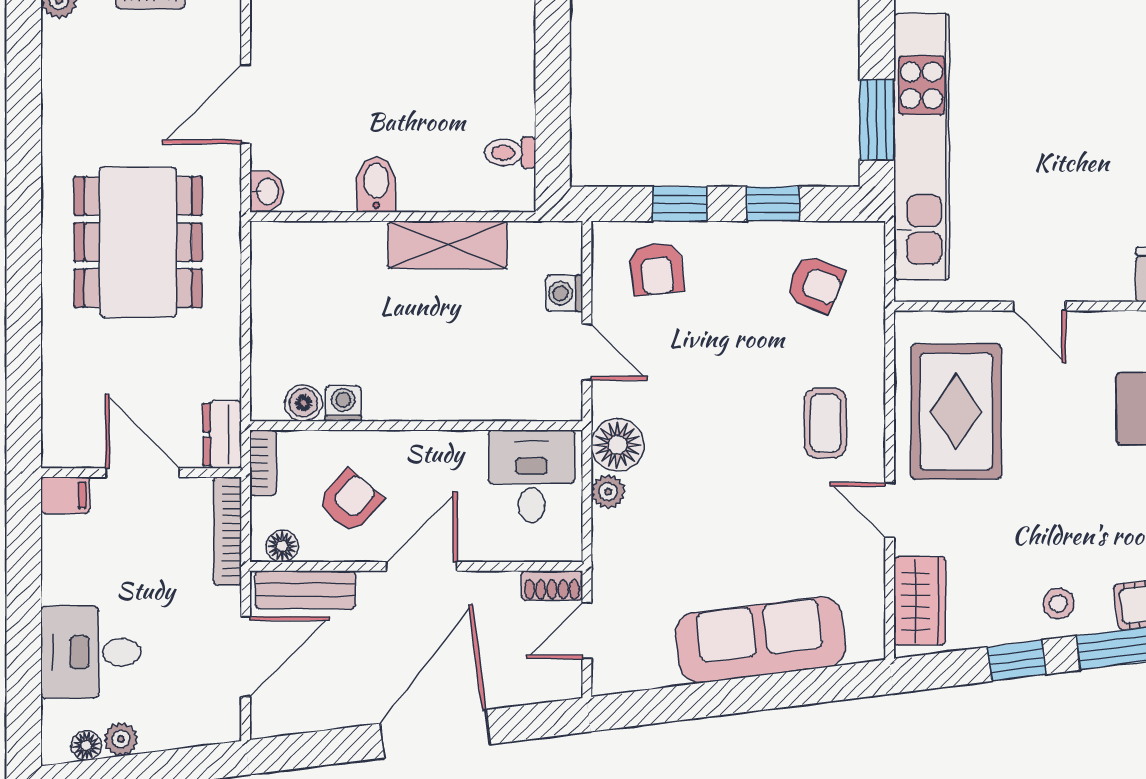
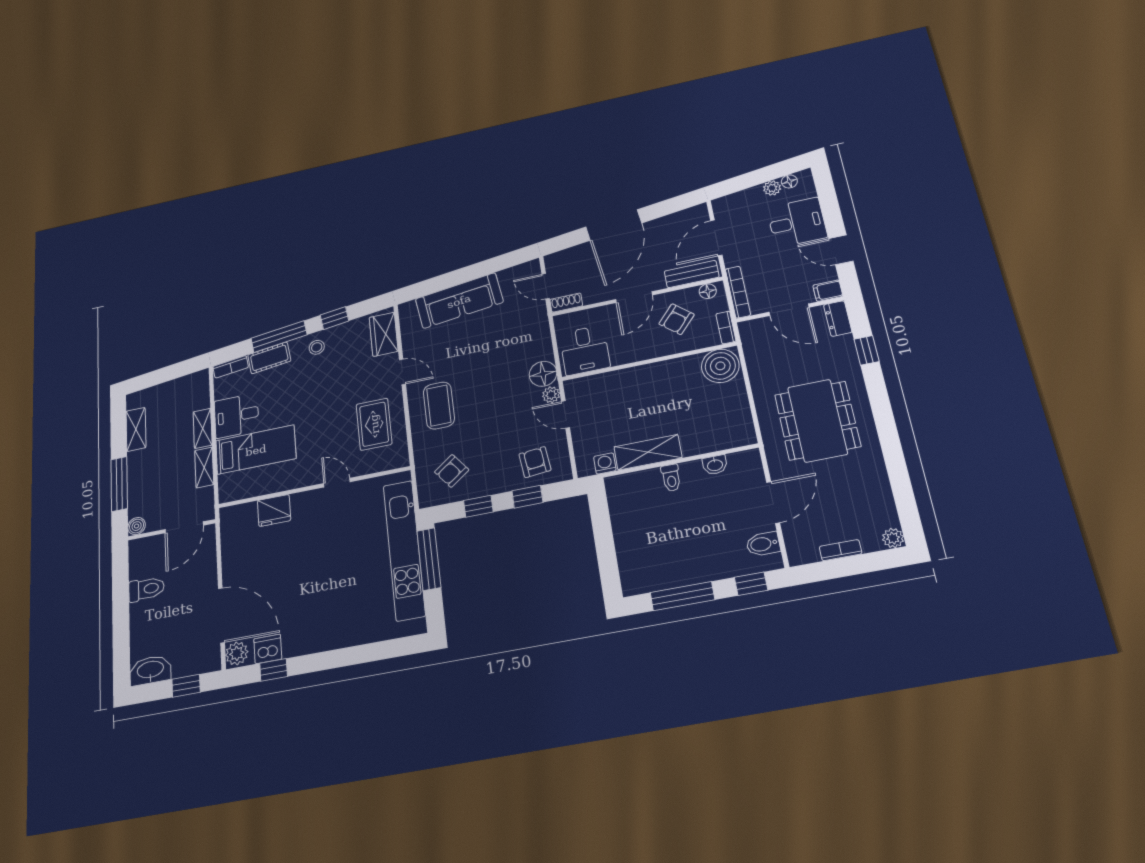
window: (877, 120) -> (429, 559), width x1.44
toilet: (510, 153) -> (671, 478), moved, turned 90
bidet: (376, 185) -> (763, 544), moved, turned 90
washbasin: (267, 192) -> (715, 465), moved, turned -90
armchair: (815, 284) -> (452, 471), turned -59
washing machine: (564, 293) -> (605, 464), moved, turned -90
window: (24, 359) -> (867, 350), added
boiler: (303, 403) -> (720, 366), width x1.86, depth x1.86
washing machine: (343, 403) -> (689, 364), removed
rug: (956, 412) -> (374, 424), width x0.73, depth x0.70
coffee table: (825, 423) -> (439, 405), width x1.36, depth x1.30
dresser: (222, 434) -> (838, 319), moved, turned 180
plant: (608, 492) -> (551, 395), moved
door: (24, 574) -> (841, 250), added
door: (587, 631) -> (546, 286), swing flipped

